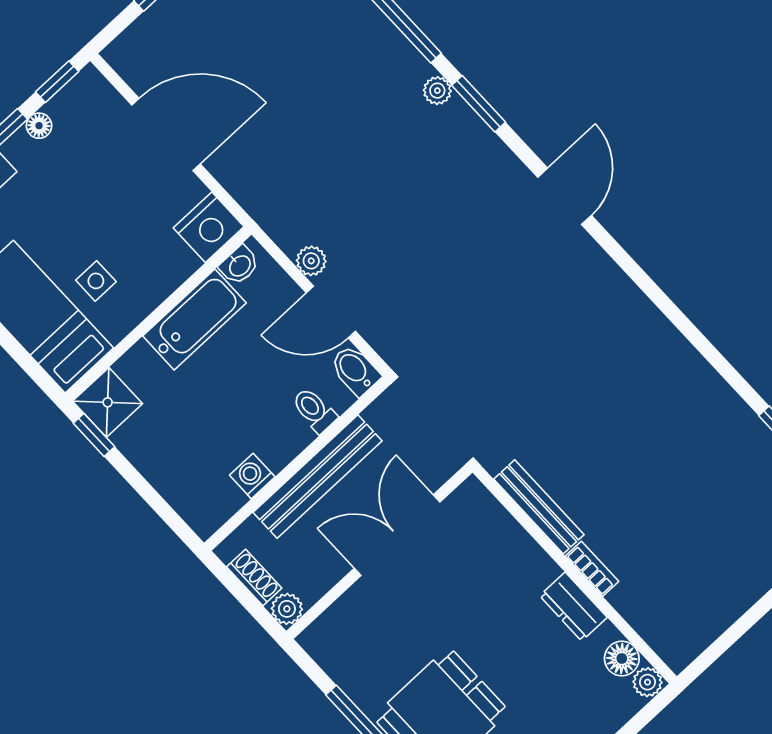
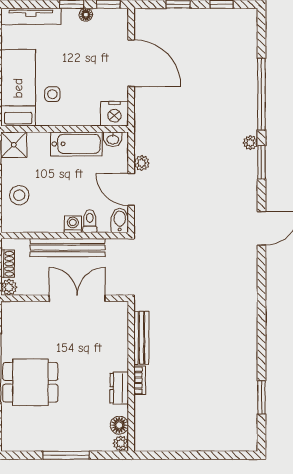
stool: (181, 466) -> (19, 195), added
washing machine: (252, 476) -> (73, 224), moved

